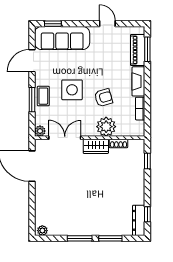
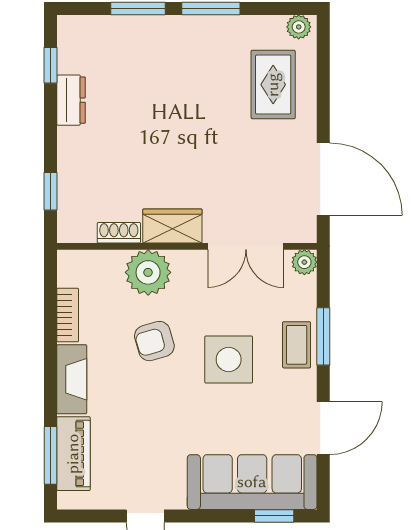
rug: (53, 206) -> (273, 85), added
dresser: (139, 220) -> (71, 100), moved, width x0.70

